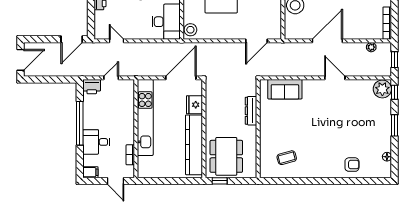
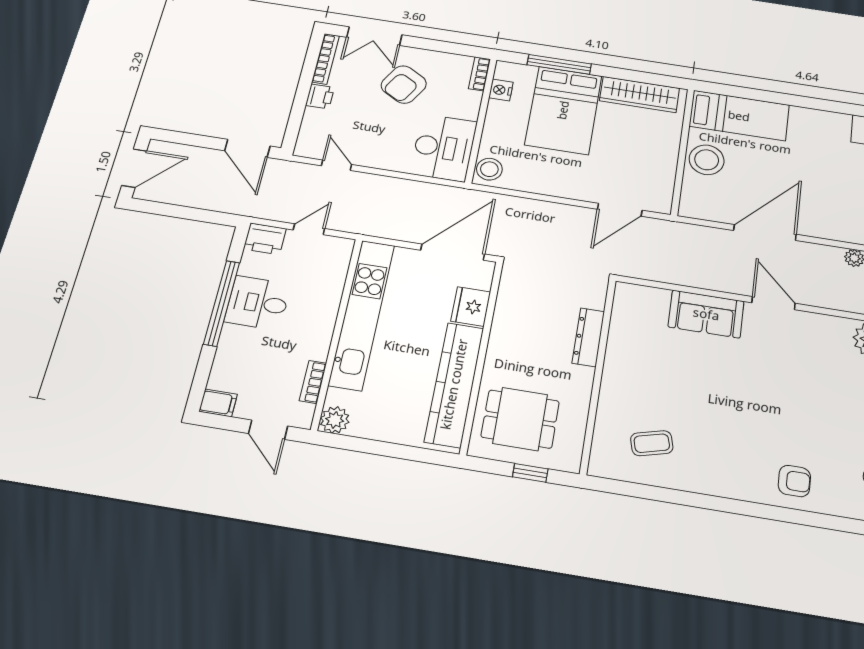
door: (72, 39) -> (247, 148), hinge flipped
sofa: (285, 89) -> (706, 314), moved
desk: (96, 142) -> (258, 303), moved
dining table: (226, 156) -> (520, 419), width x0.73
plant: (144, 171) -> (335, 420), added
window: (220, 181) -> (530, 473), moved

